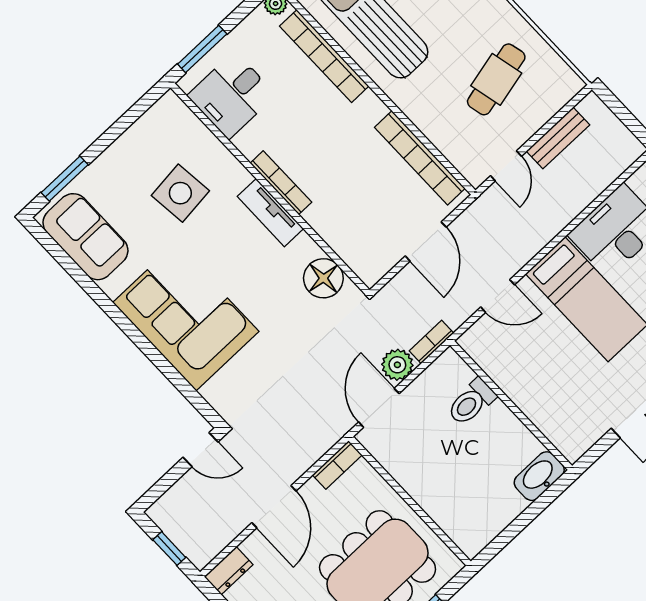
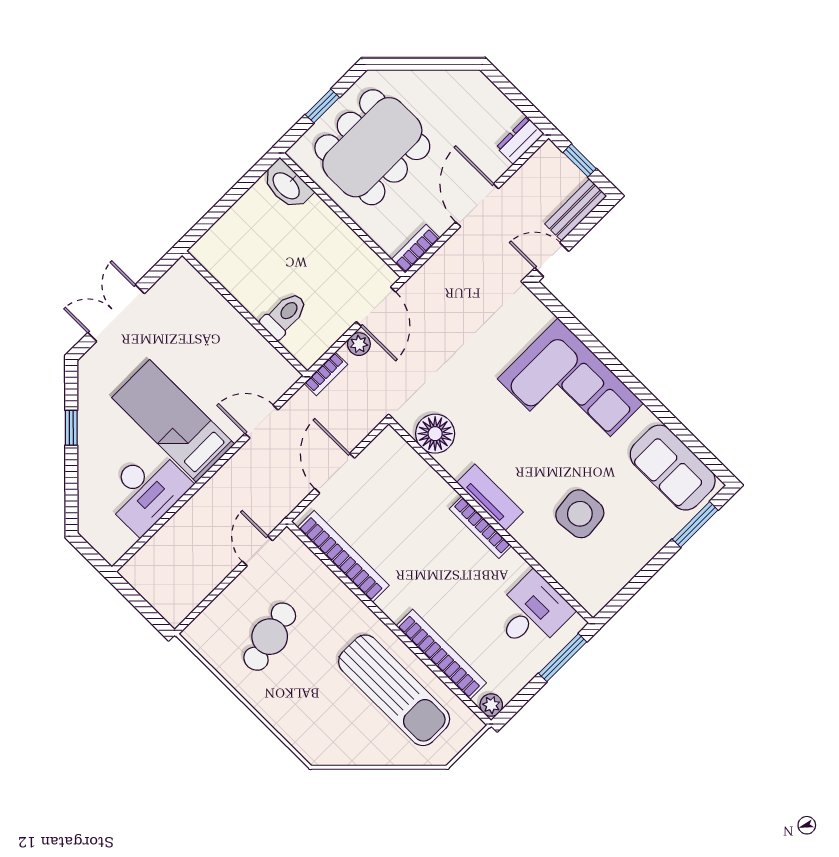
bench: (558, 138) -> (576, 210), moved
plant: (397, 365) -> (359, 344), width x0.73, depth x0.73
washbasin: (539, 476) -> (287, 185), moved, turned 90

